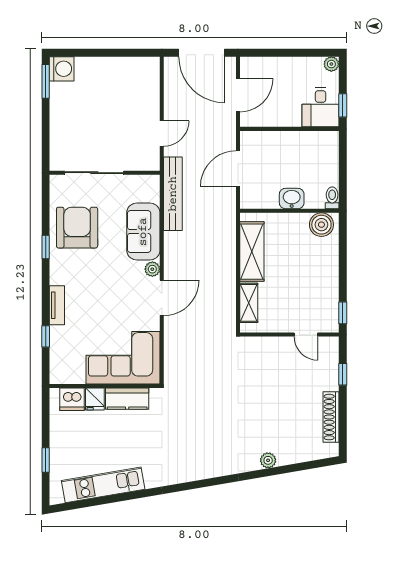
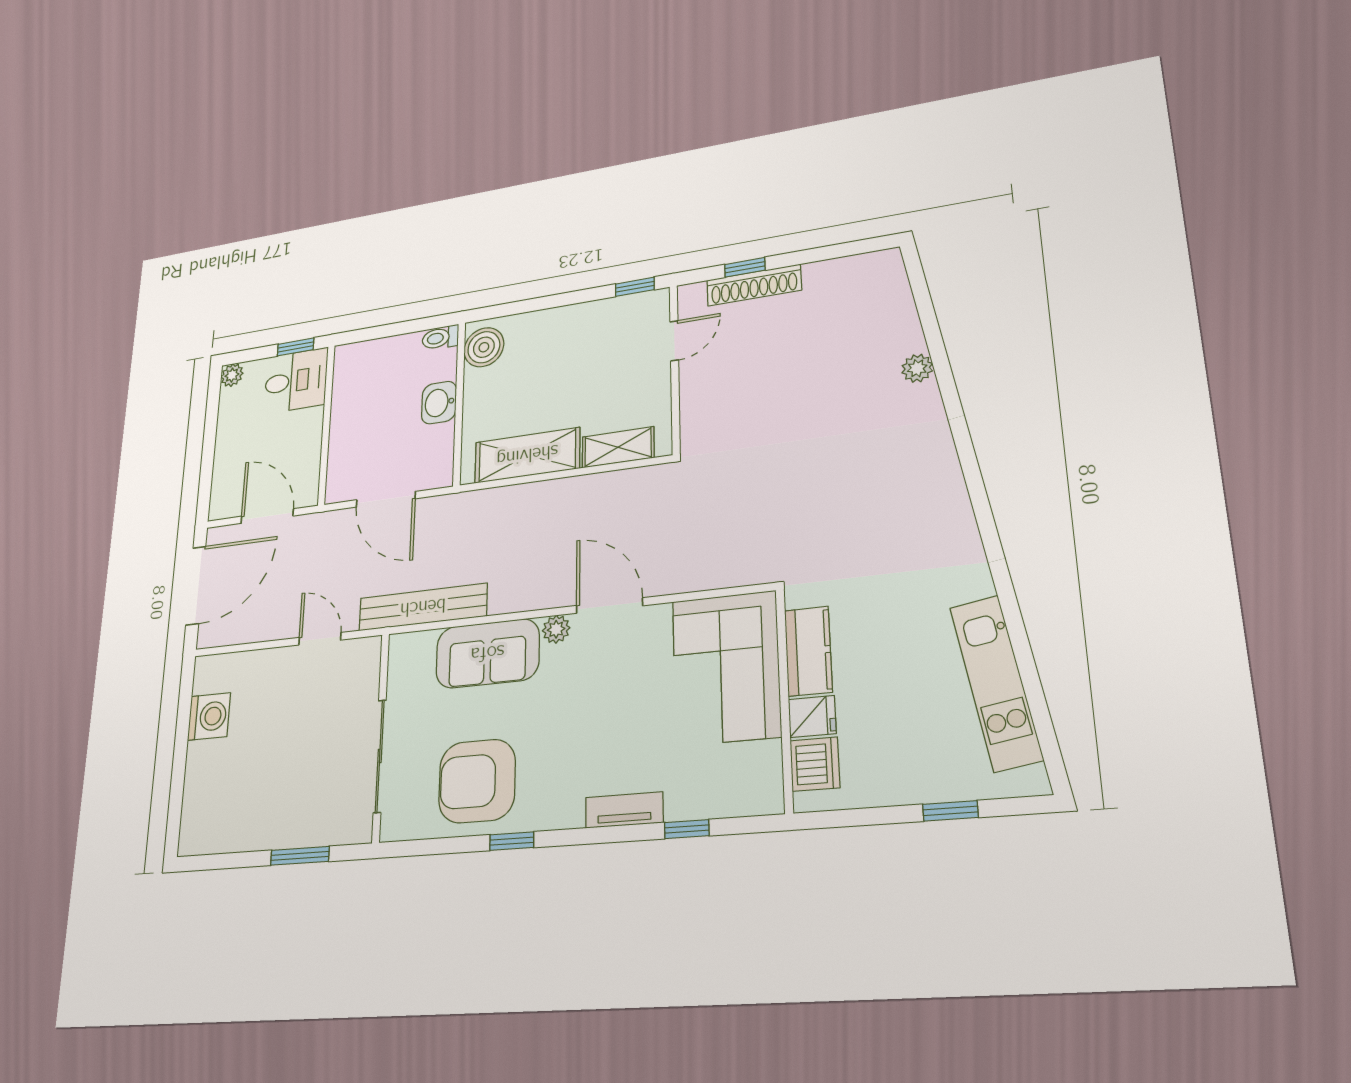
washing machine: (62, 69) -> (209, 716), moved, turned 90
window: (46, 81) -> (300, 856), moved
shoe rack: (331, 417) -> (754, 285), moved

